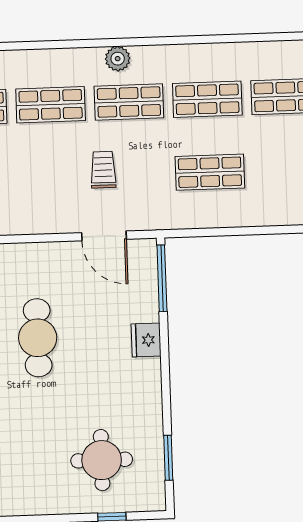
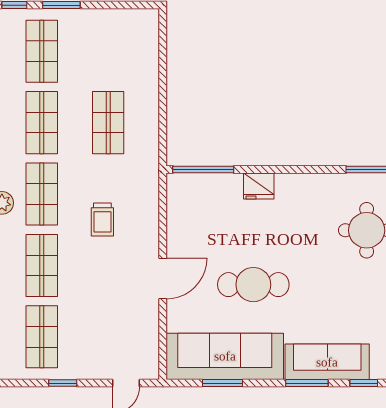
trolley: (103, 170) -> (102, 220), turned -90
door: (104, 236) -> (163, 278), moved

